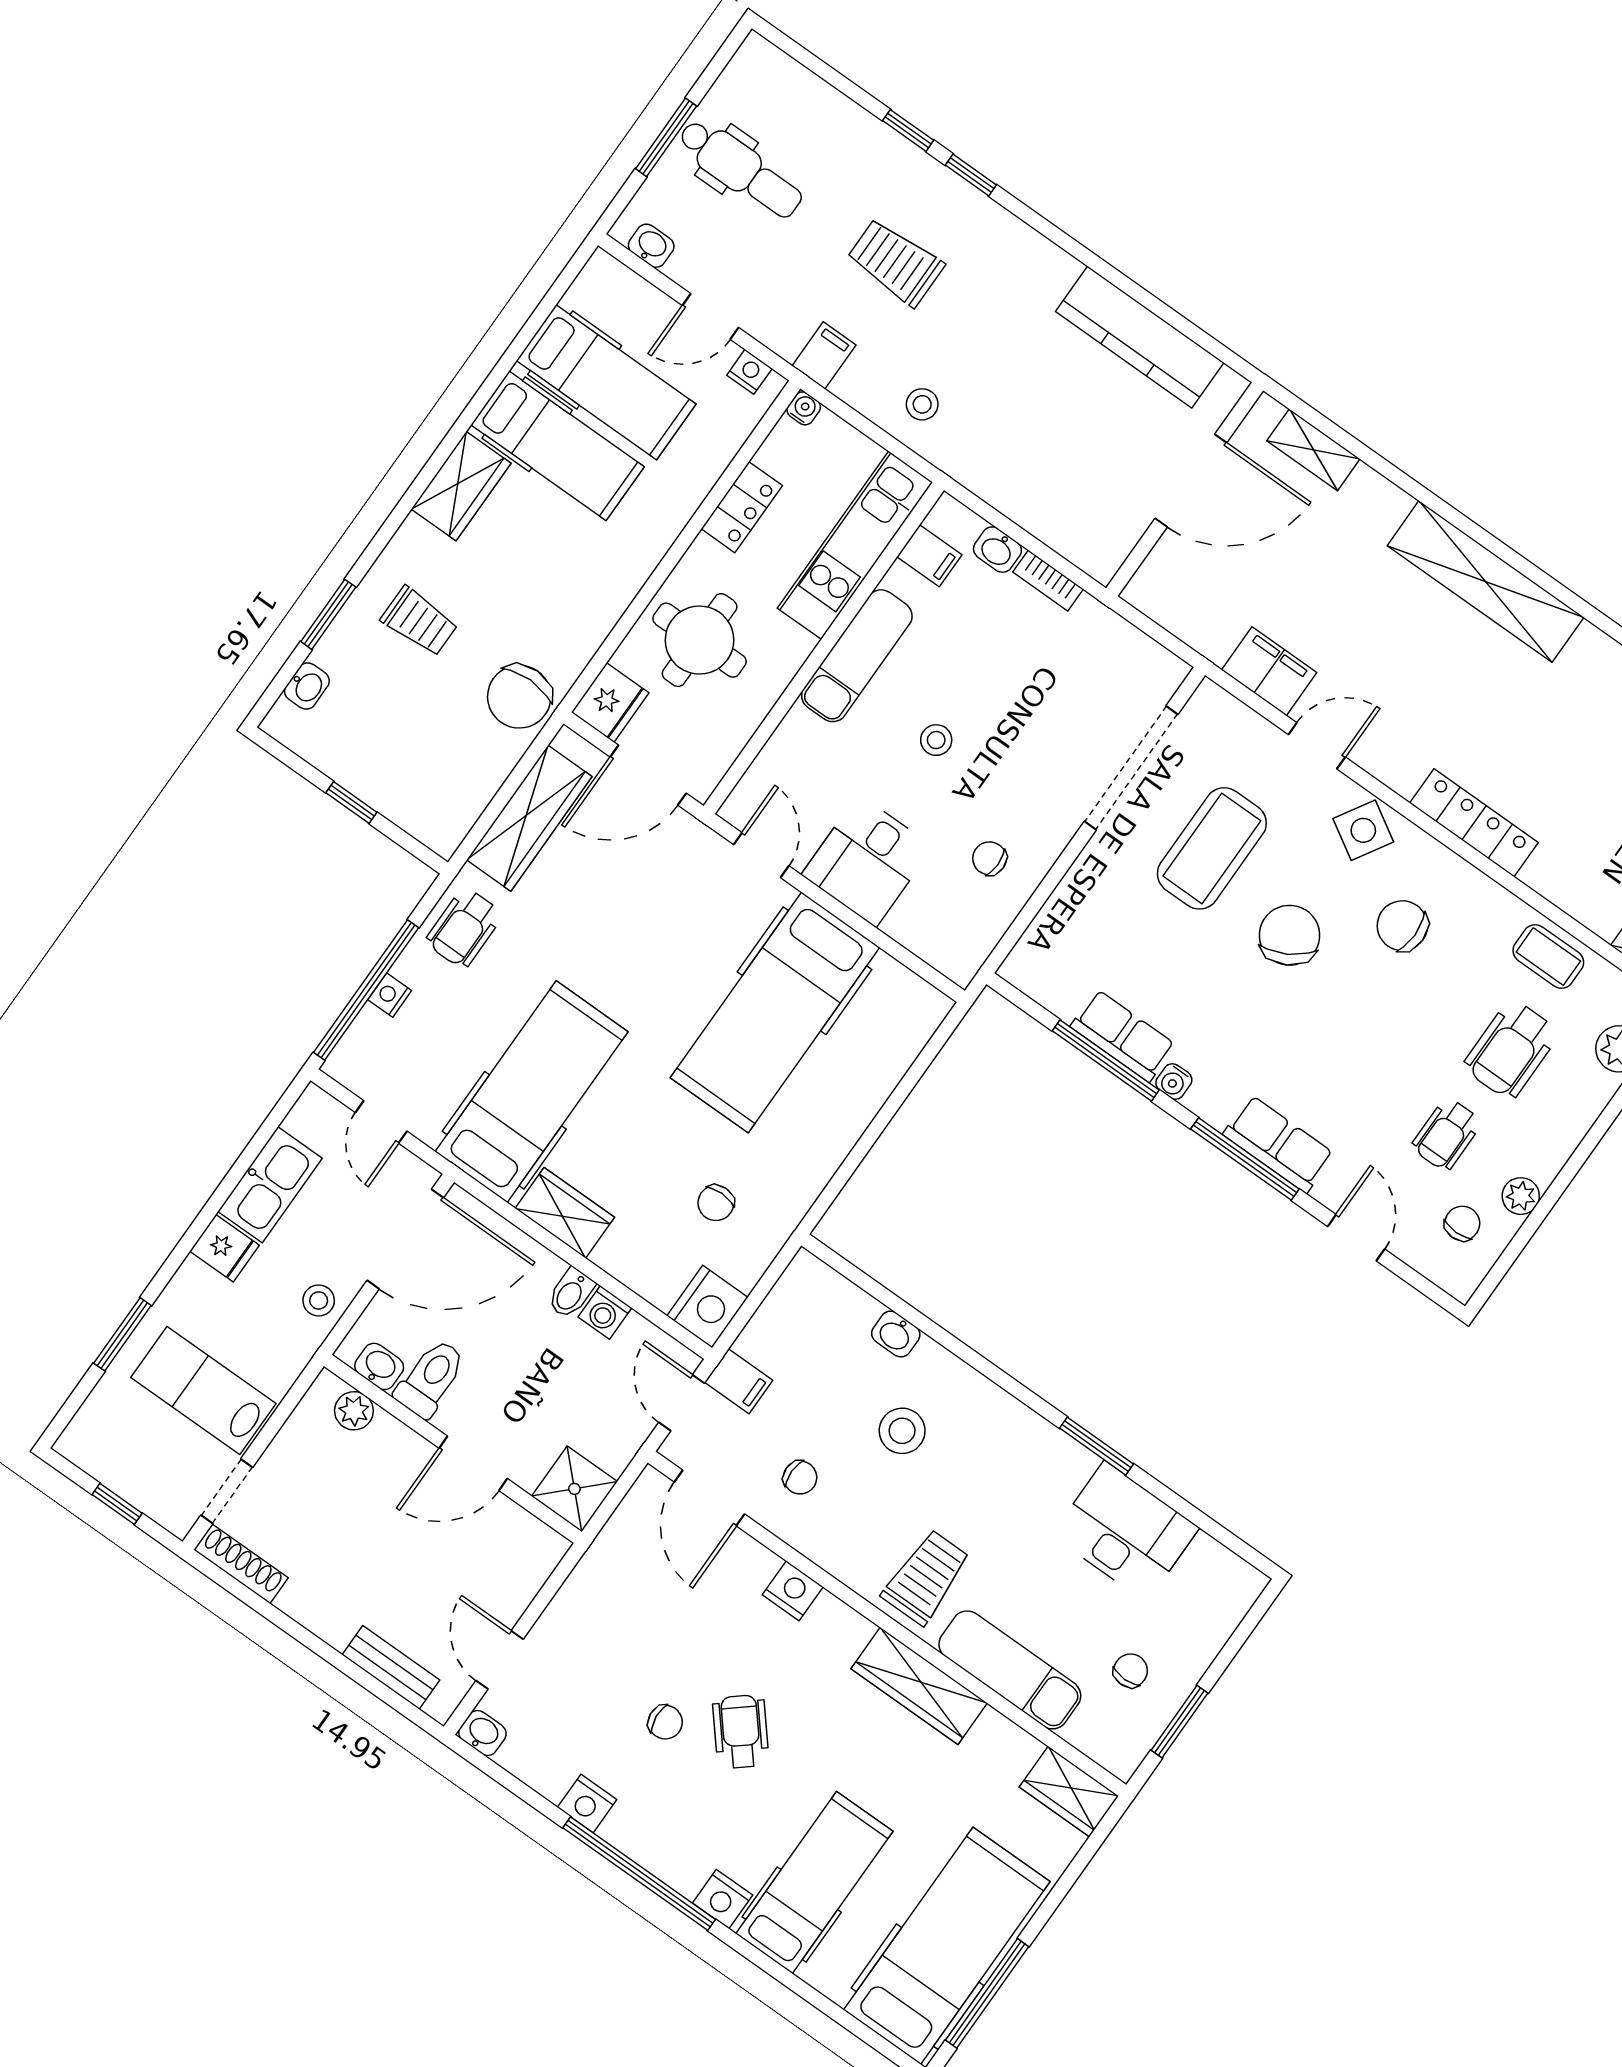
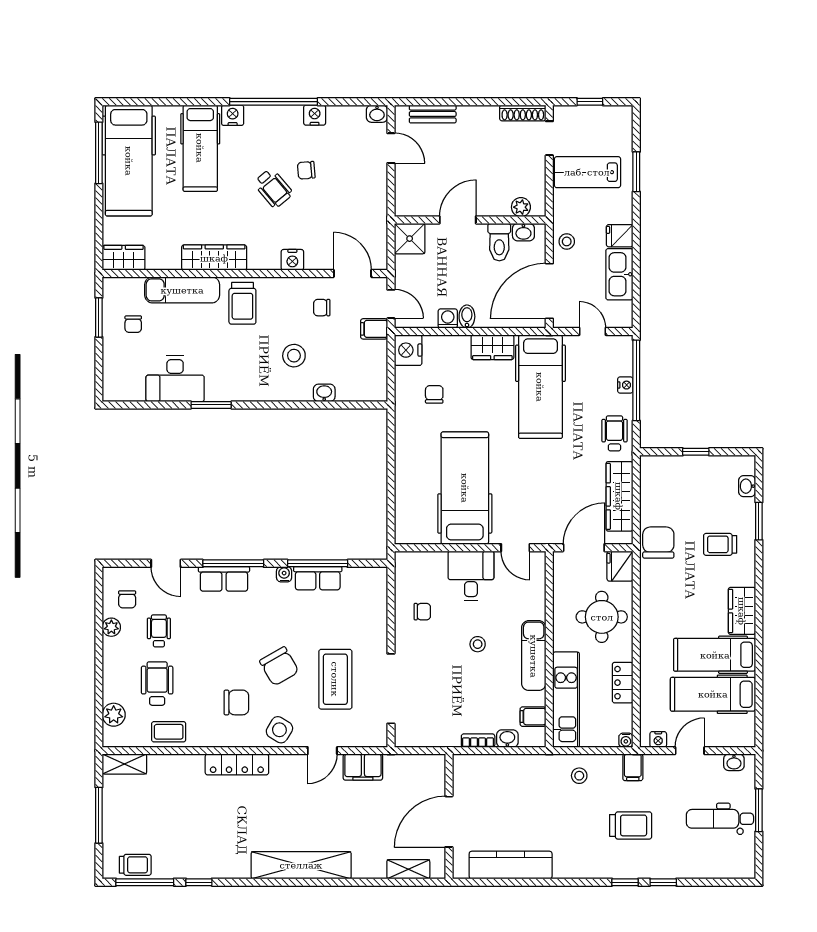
lab bench: (203, 1391) -> (587, 172), turned 180

